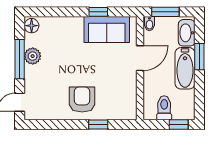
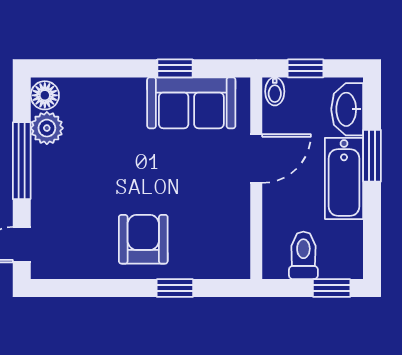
window: (165, 12) -> (306, 68), width x0.67
plant: (33, 56) -> (47, 128), moved

